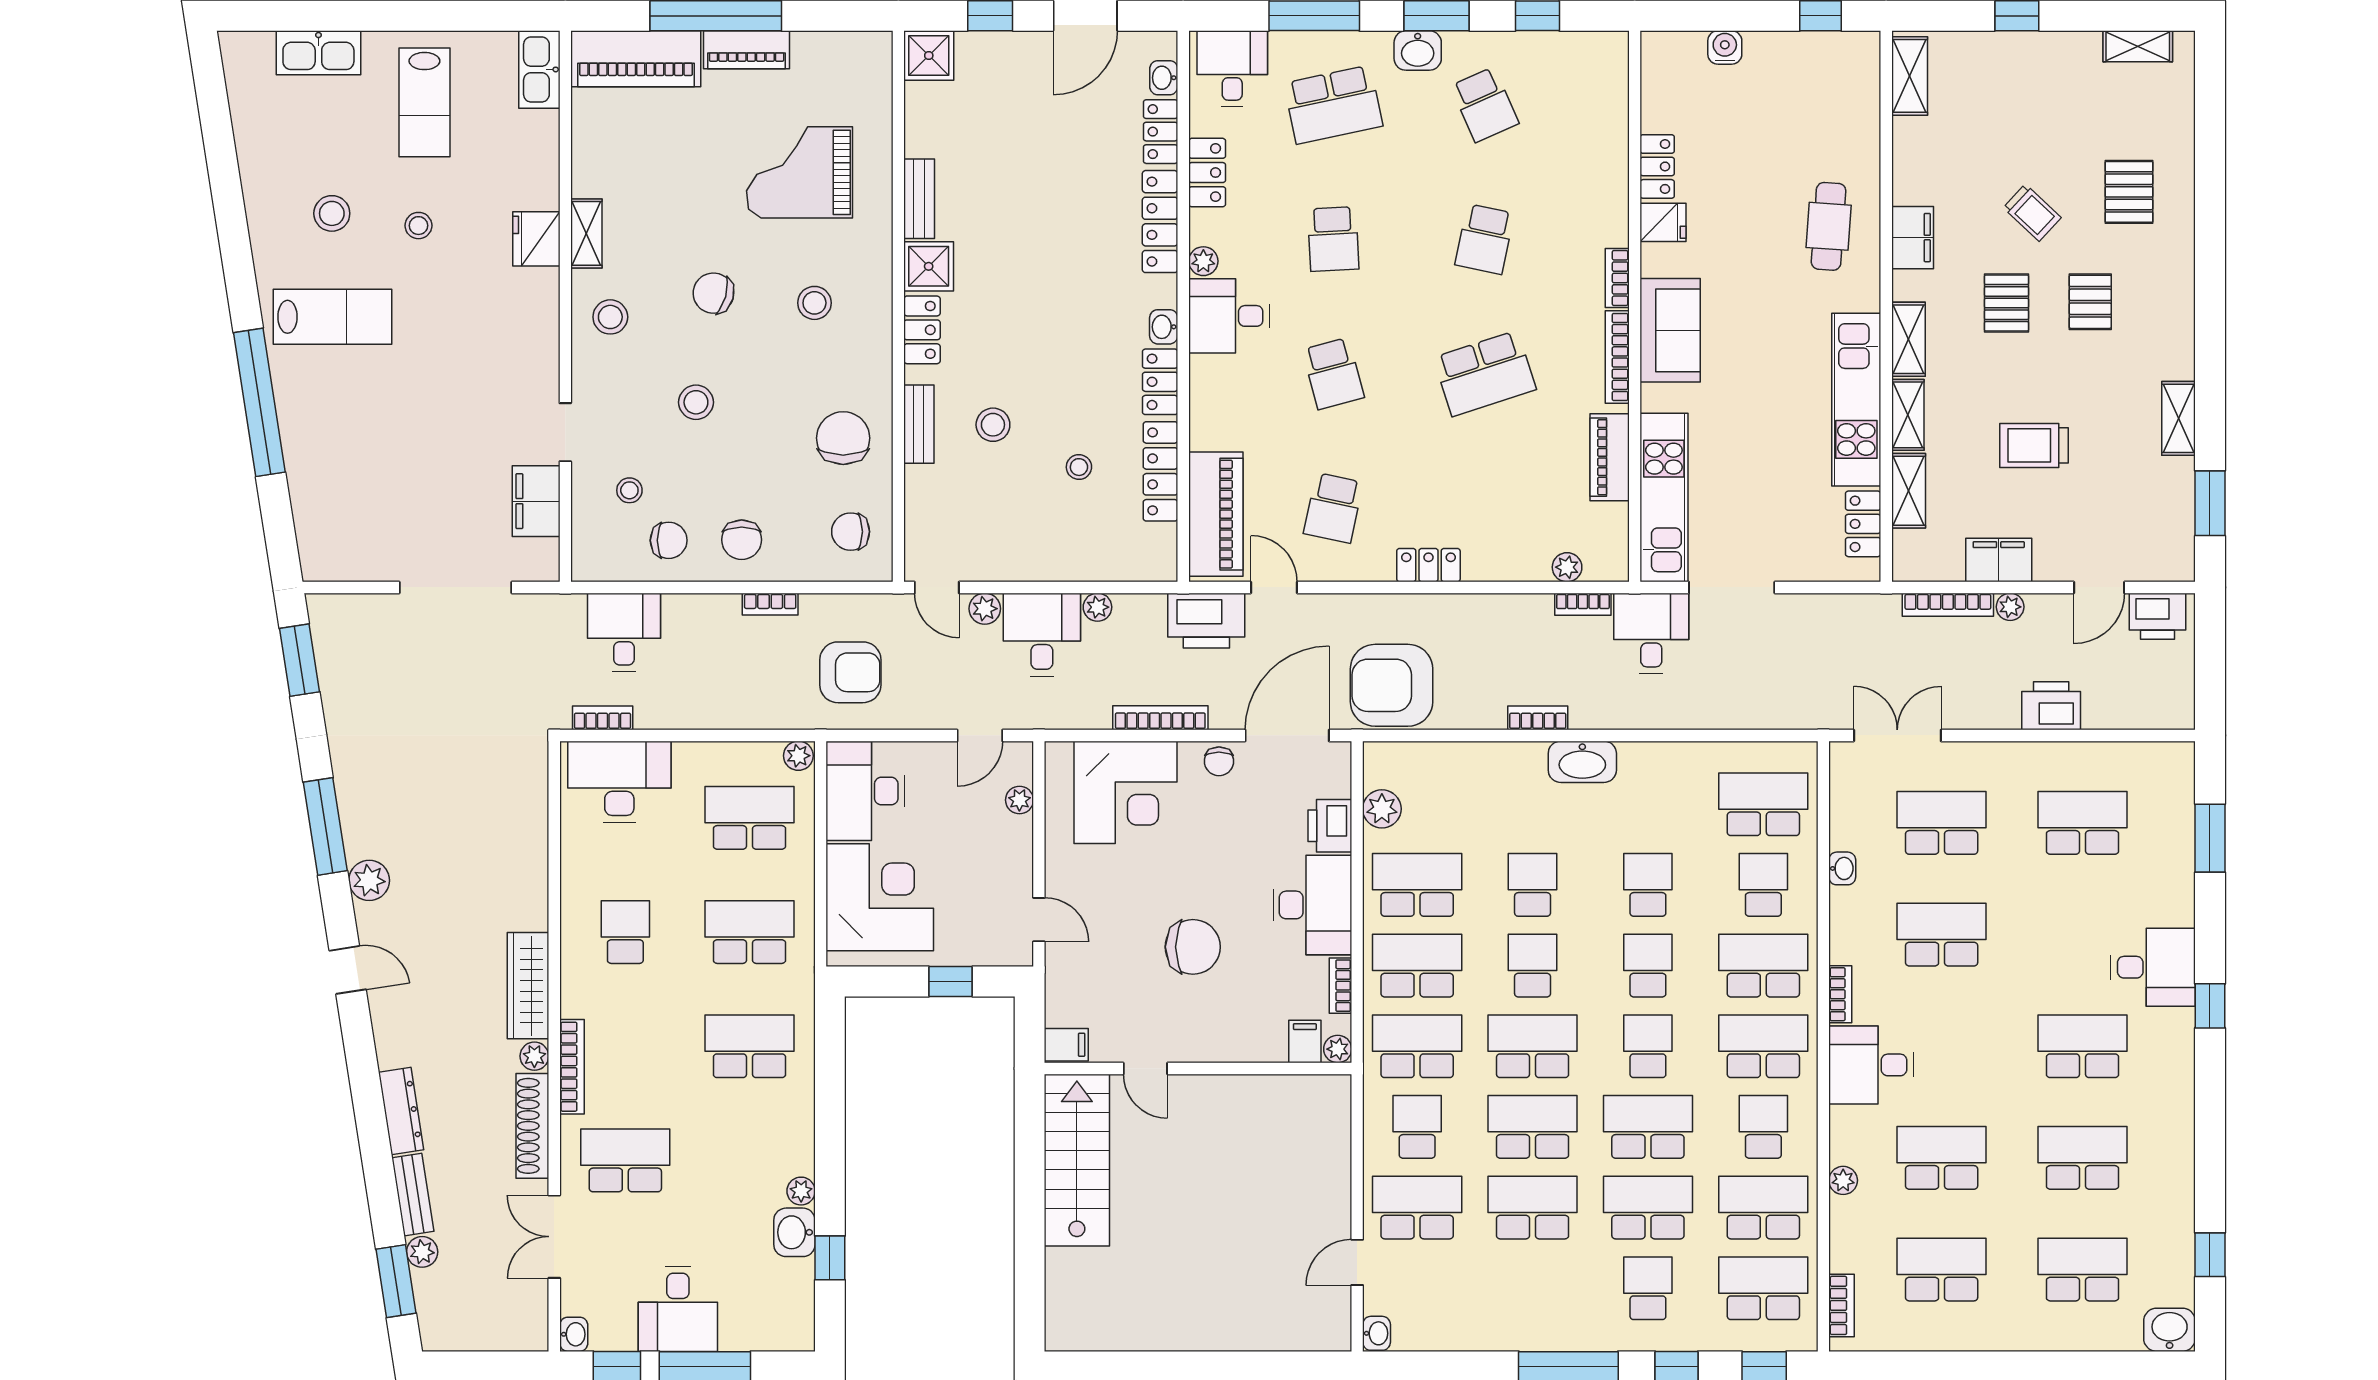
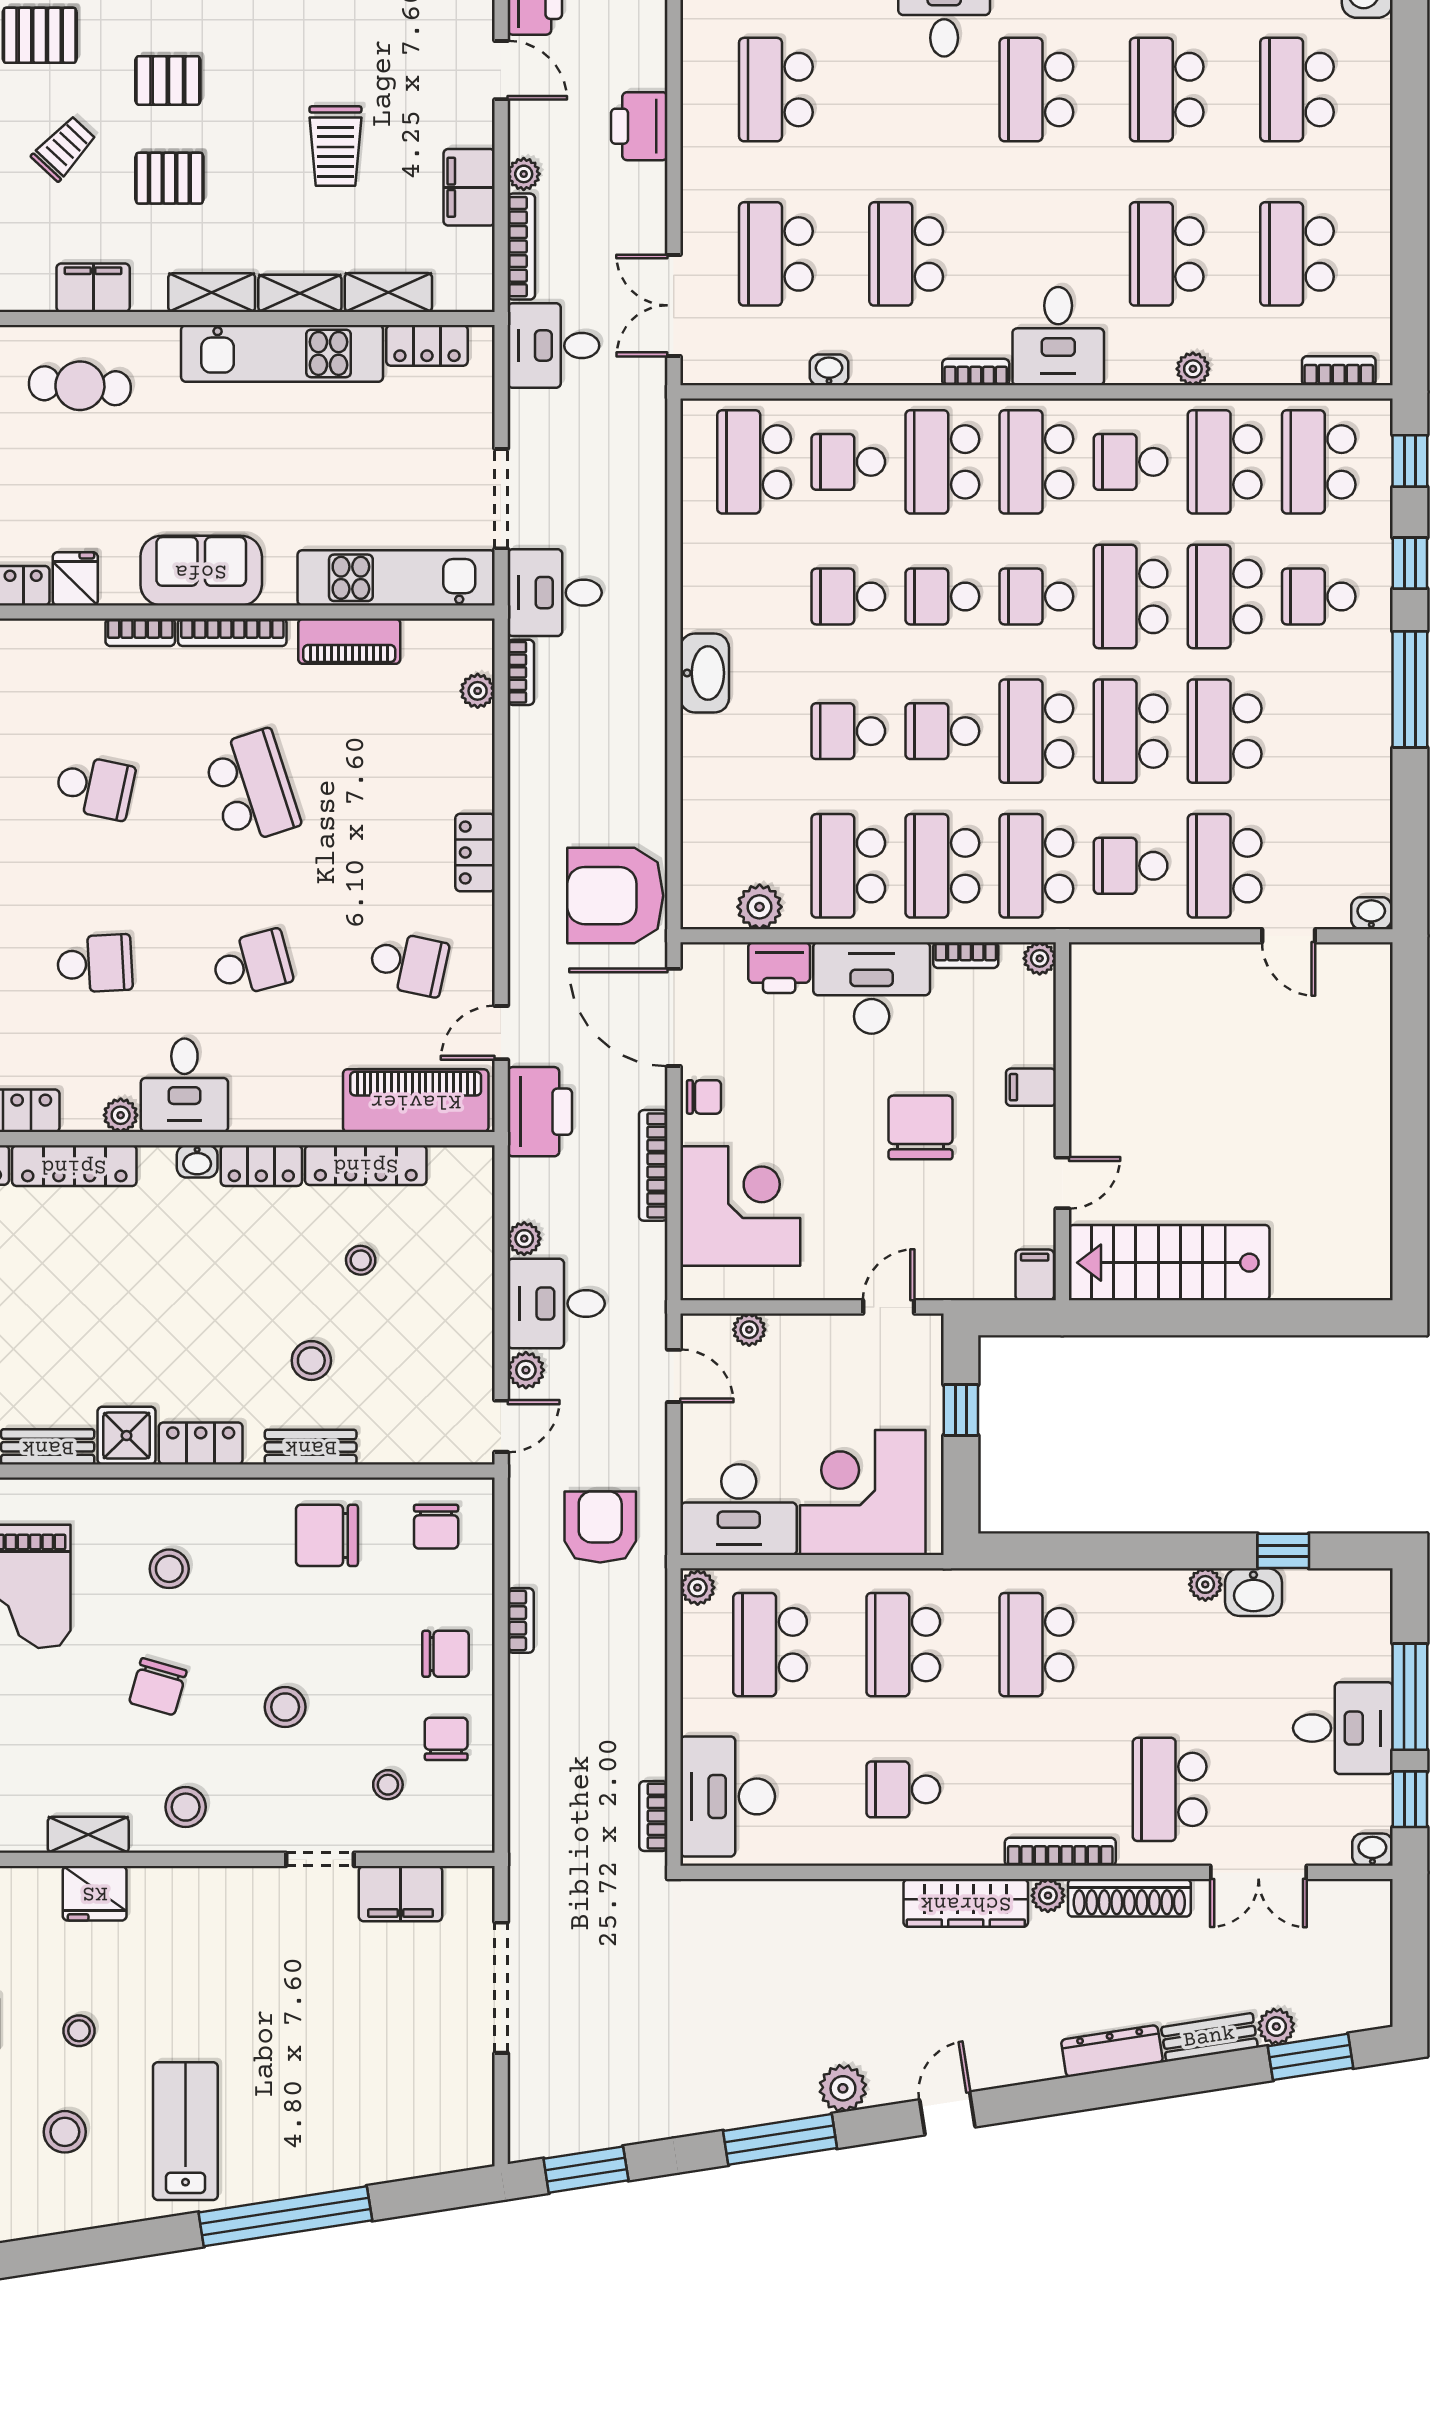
desk: (624, 632) -> (553, 346), moved
armchair: (1392, 685) -> (615, 896), turned 90
bookcase: (1538, 718) -> (653, 725), removed
filing cabinet: (1305, 1042) -> (1031, 1087), moved

